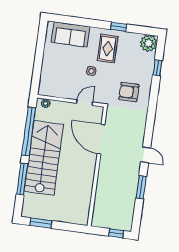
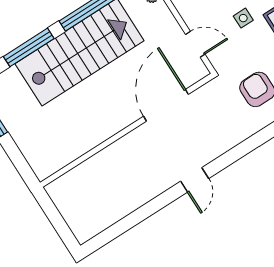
window: (141, 187) -> (149, 209), removed
window: (116, 233) -> (62, 228), removed

